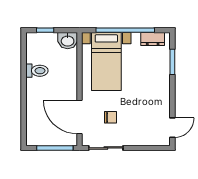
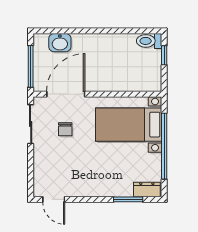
dresser: (153, 39) -> (147, 189), moved, turned 90
washbasin: (68, 41) -> (60, 43), moved, turned -90
toilet: (37, 71) -> (149, 41), moved, turned 90

